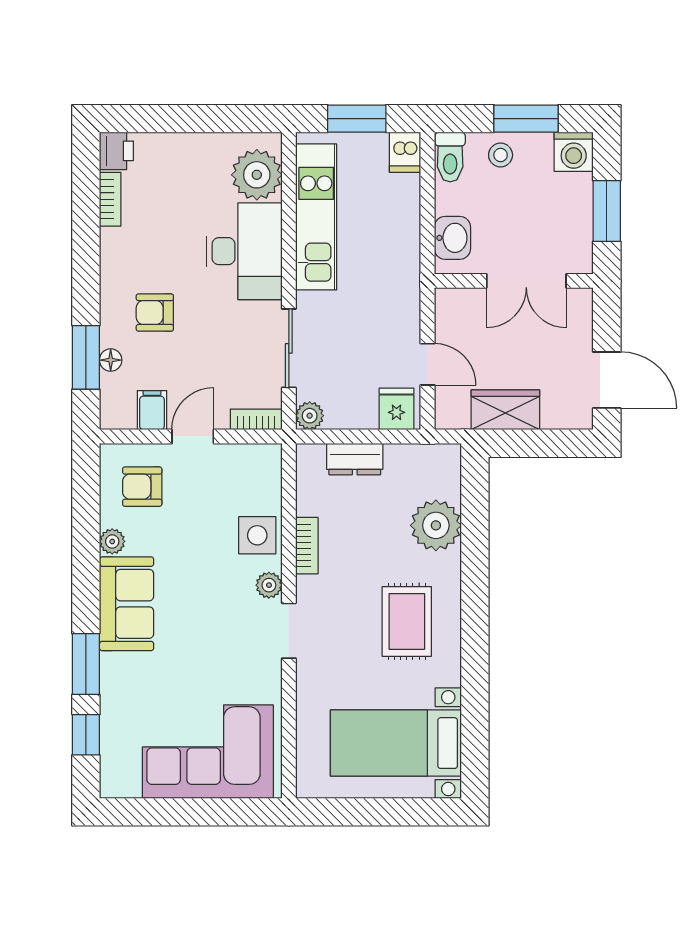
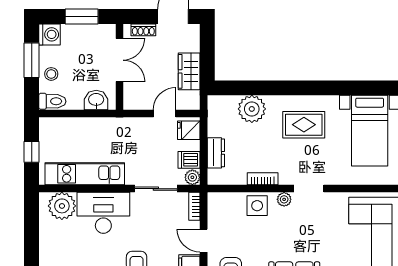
window: (357, 119) -> (32, 152), width x0.67
dishwasher: (405, 152) -> (189, 160), moved, turned 180
shoe rack: (582, 325) -> (143, 30), added

